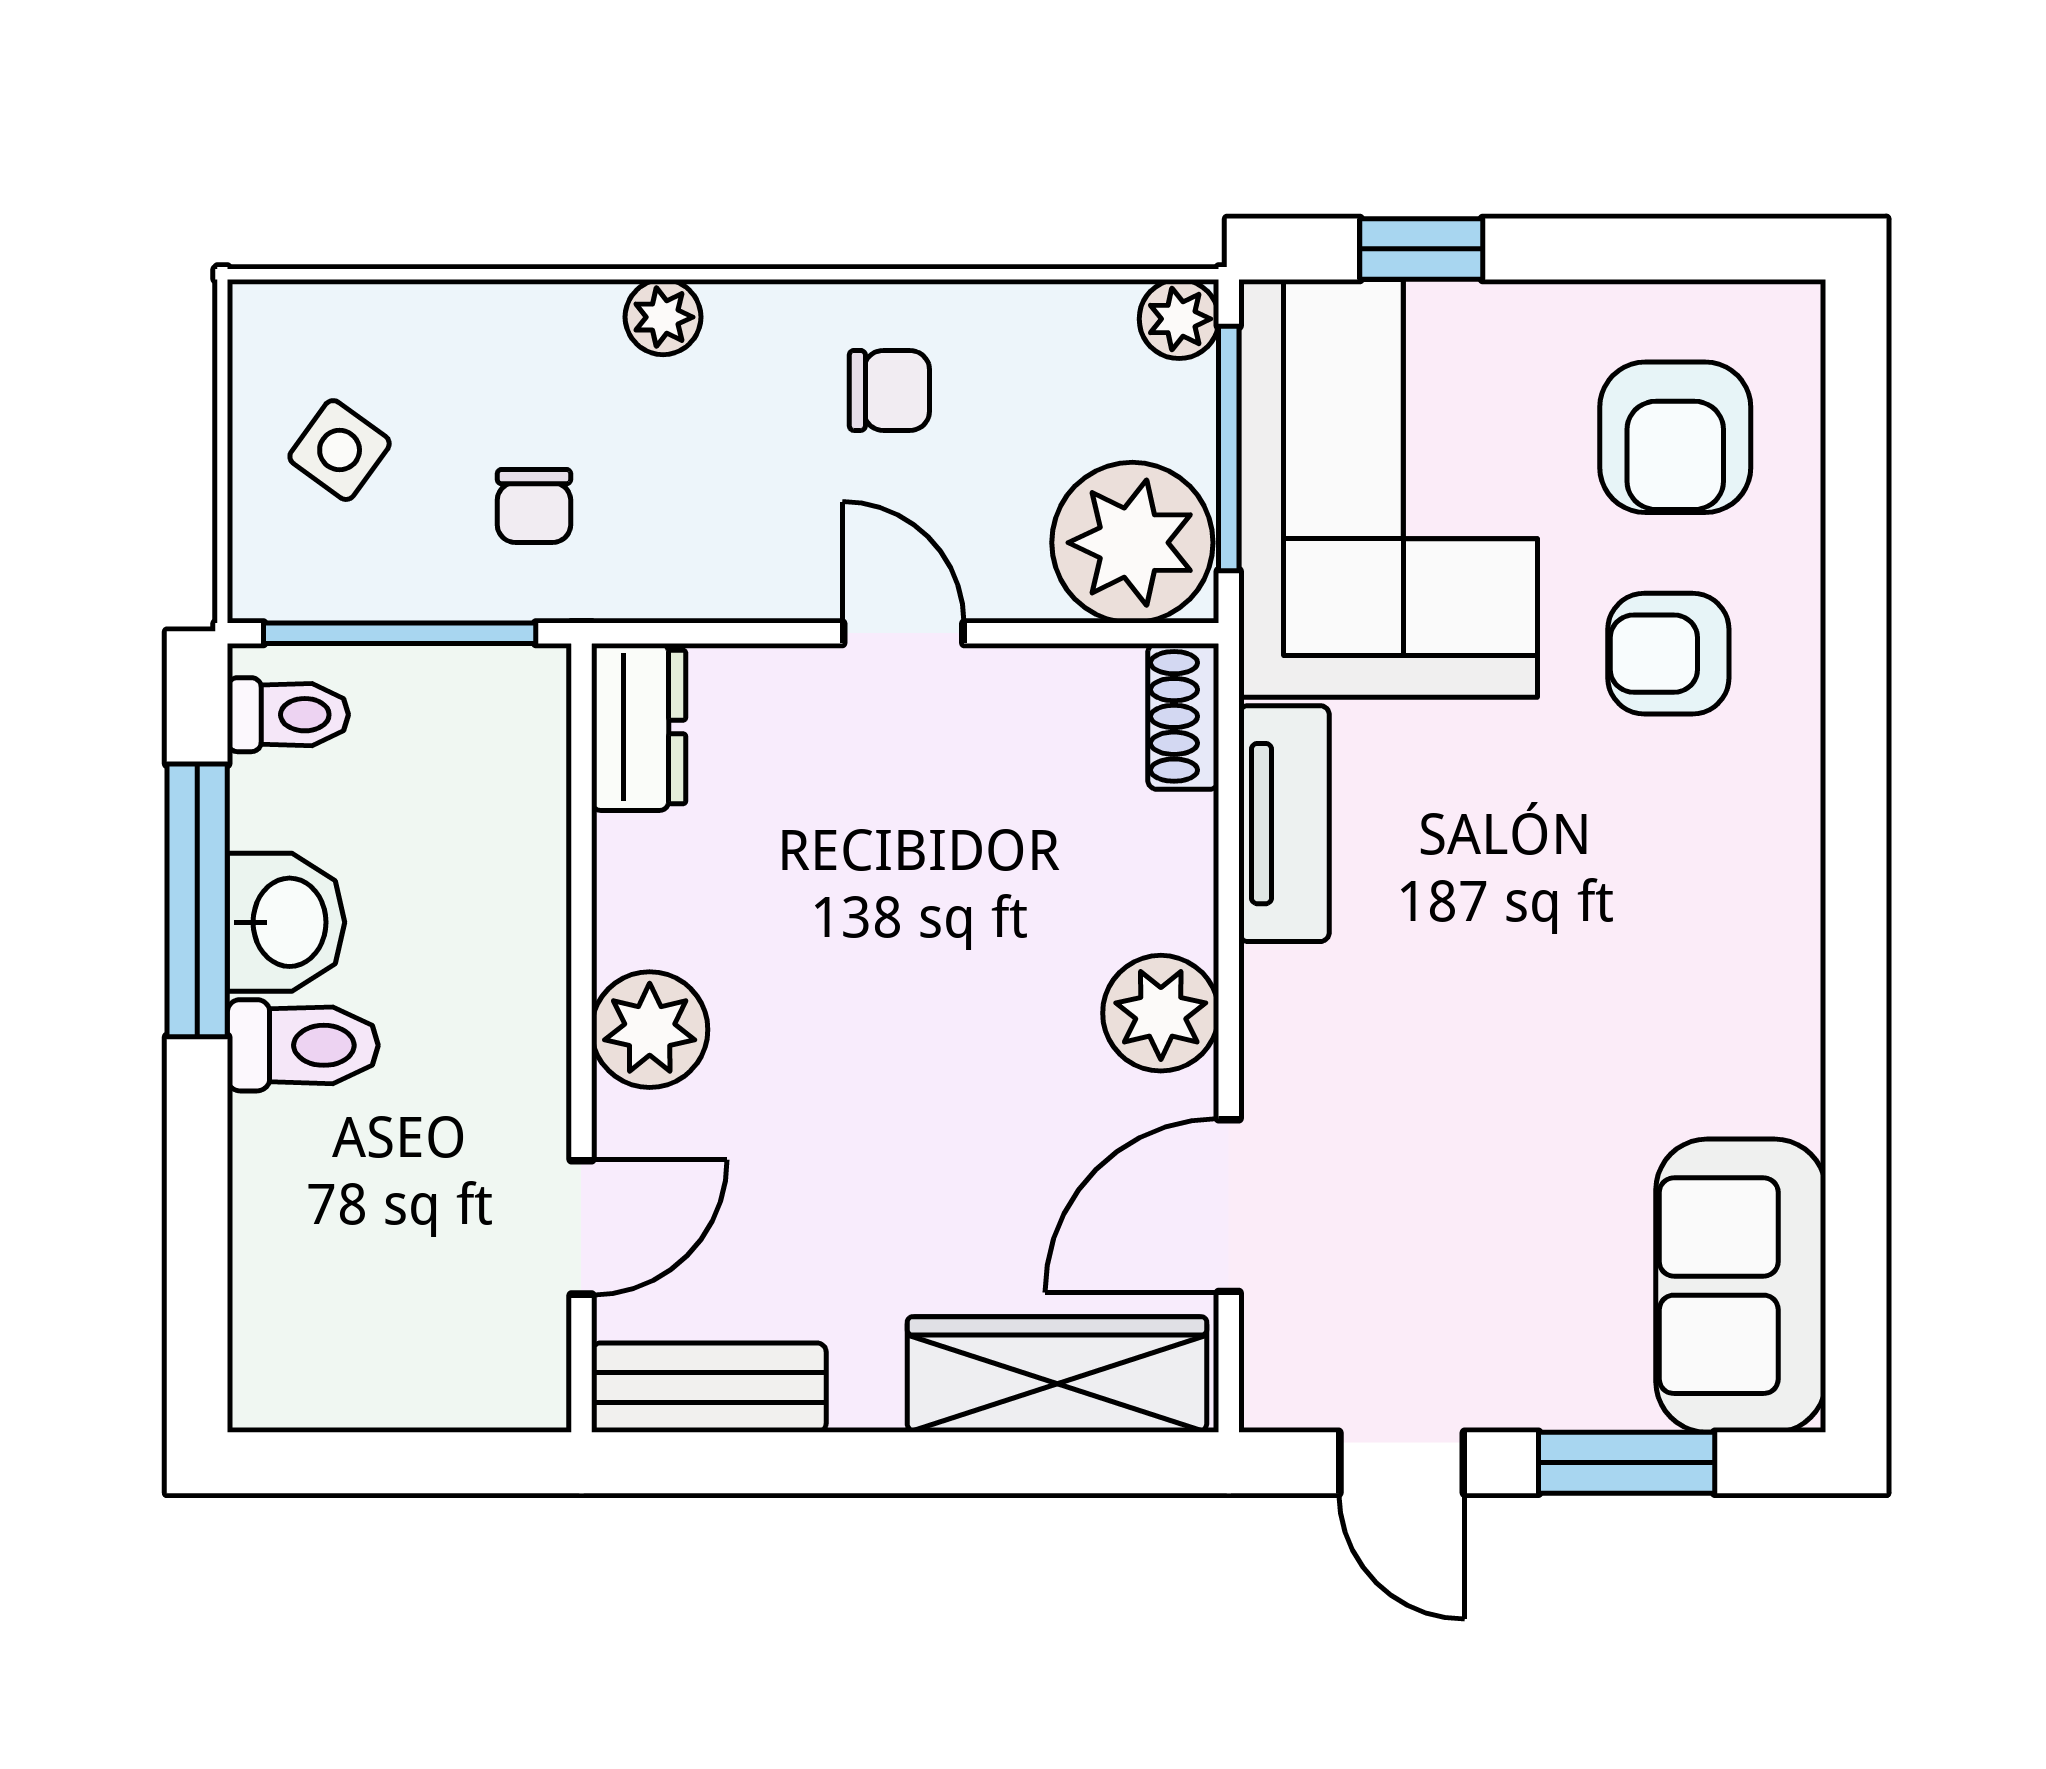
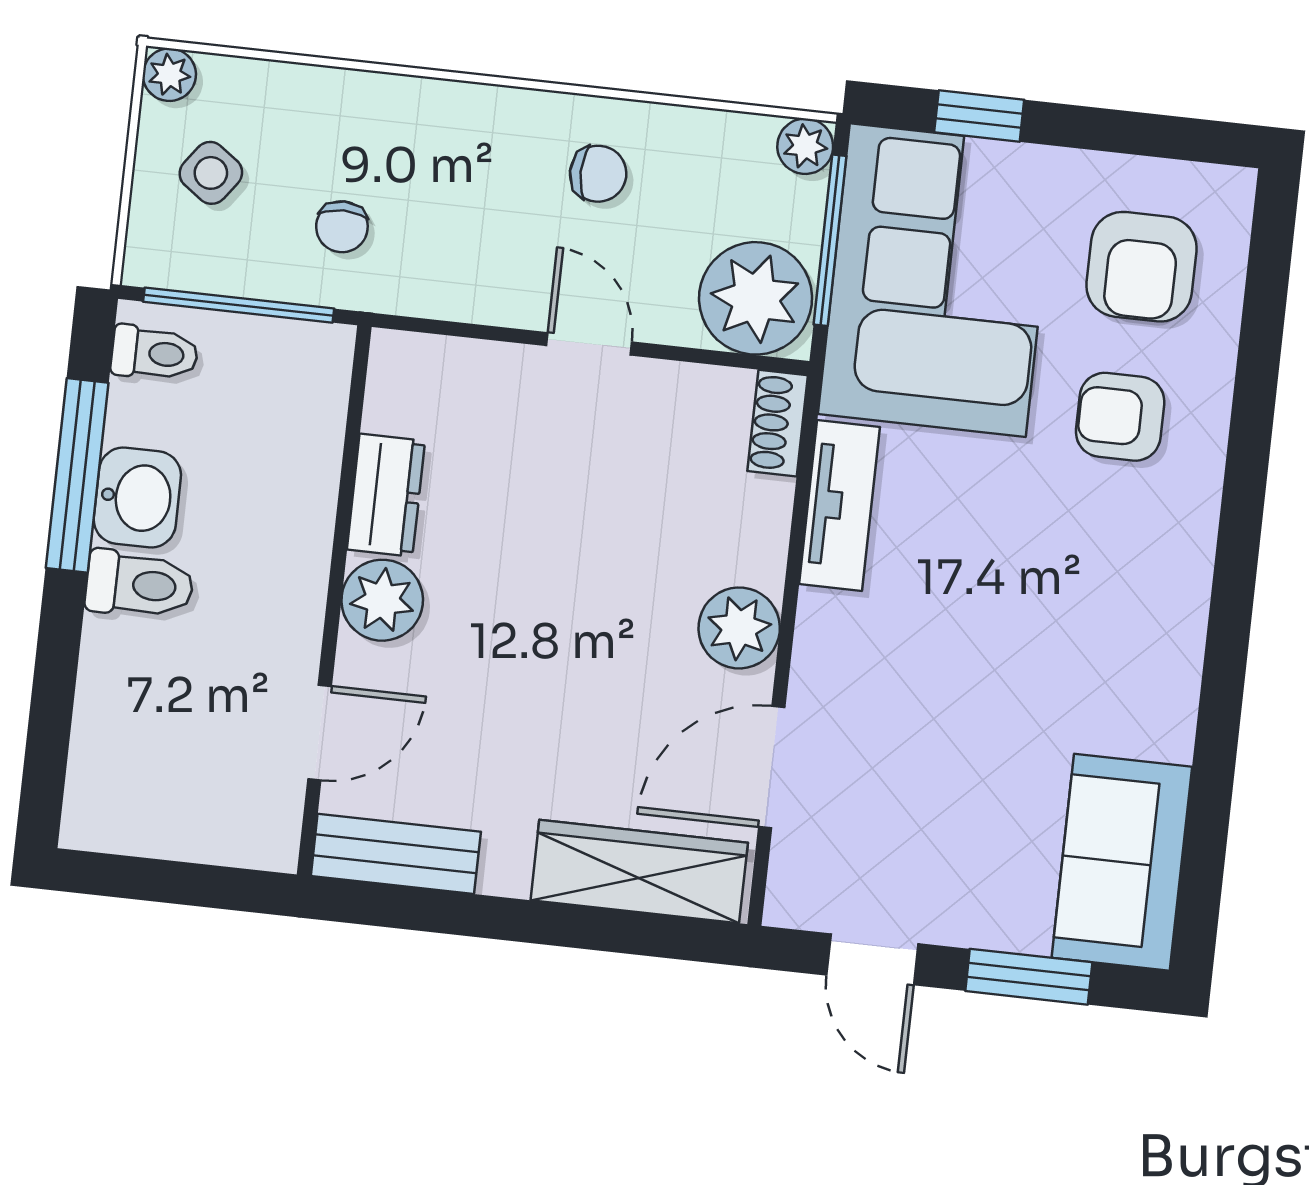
plant: (663, 317) -> (169, 75), moved
dresser: (639, 727) -> (386, 495), moved

